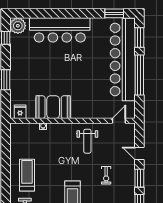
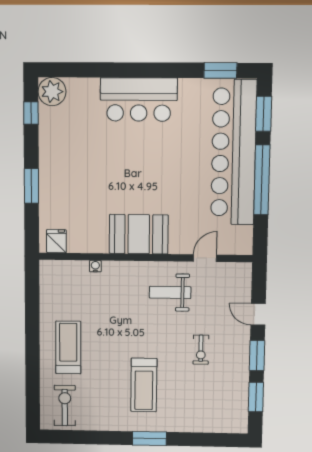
bar counter: (60, 30) -> (139, 100), width x0.73
booth: (53, 107) -> (139, 234), moved
door: (119, 121) -> (205, 258), moved
weight bench: (87, 141) -> (170, 292), turned 90

